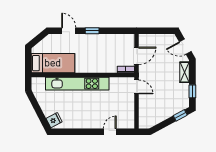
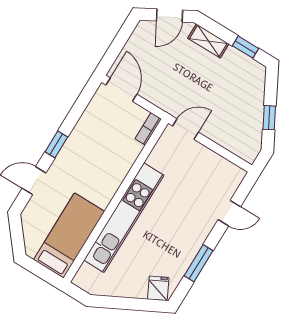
door: (137, 56) -> (121, 90), moved
window: (180, 115) -> (269, 118), moved
window: (77, 132) -> (199, 263), added
door: (110, 132) -> (229, 213), swing flipped

